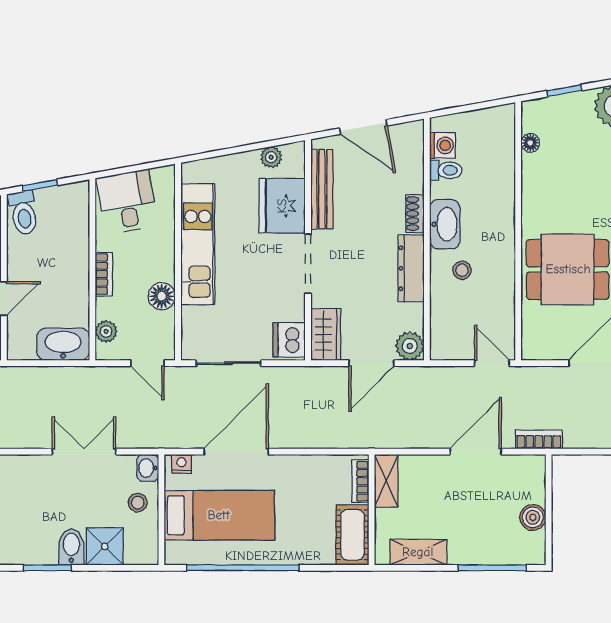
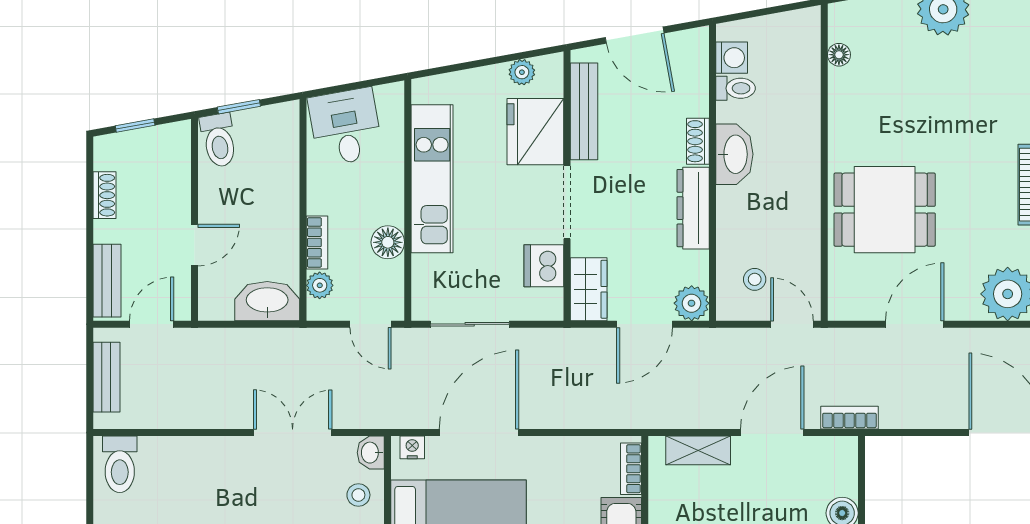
stool: (462, 270) -> (755, 279), moved
bookcase: (104, 274) -> (317, 242), moved
dishwasher: (289, 340) -> (544, 266), moved
shelving: (386, 481) -> (698, 450), moved, turned 90

